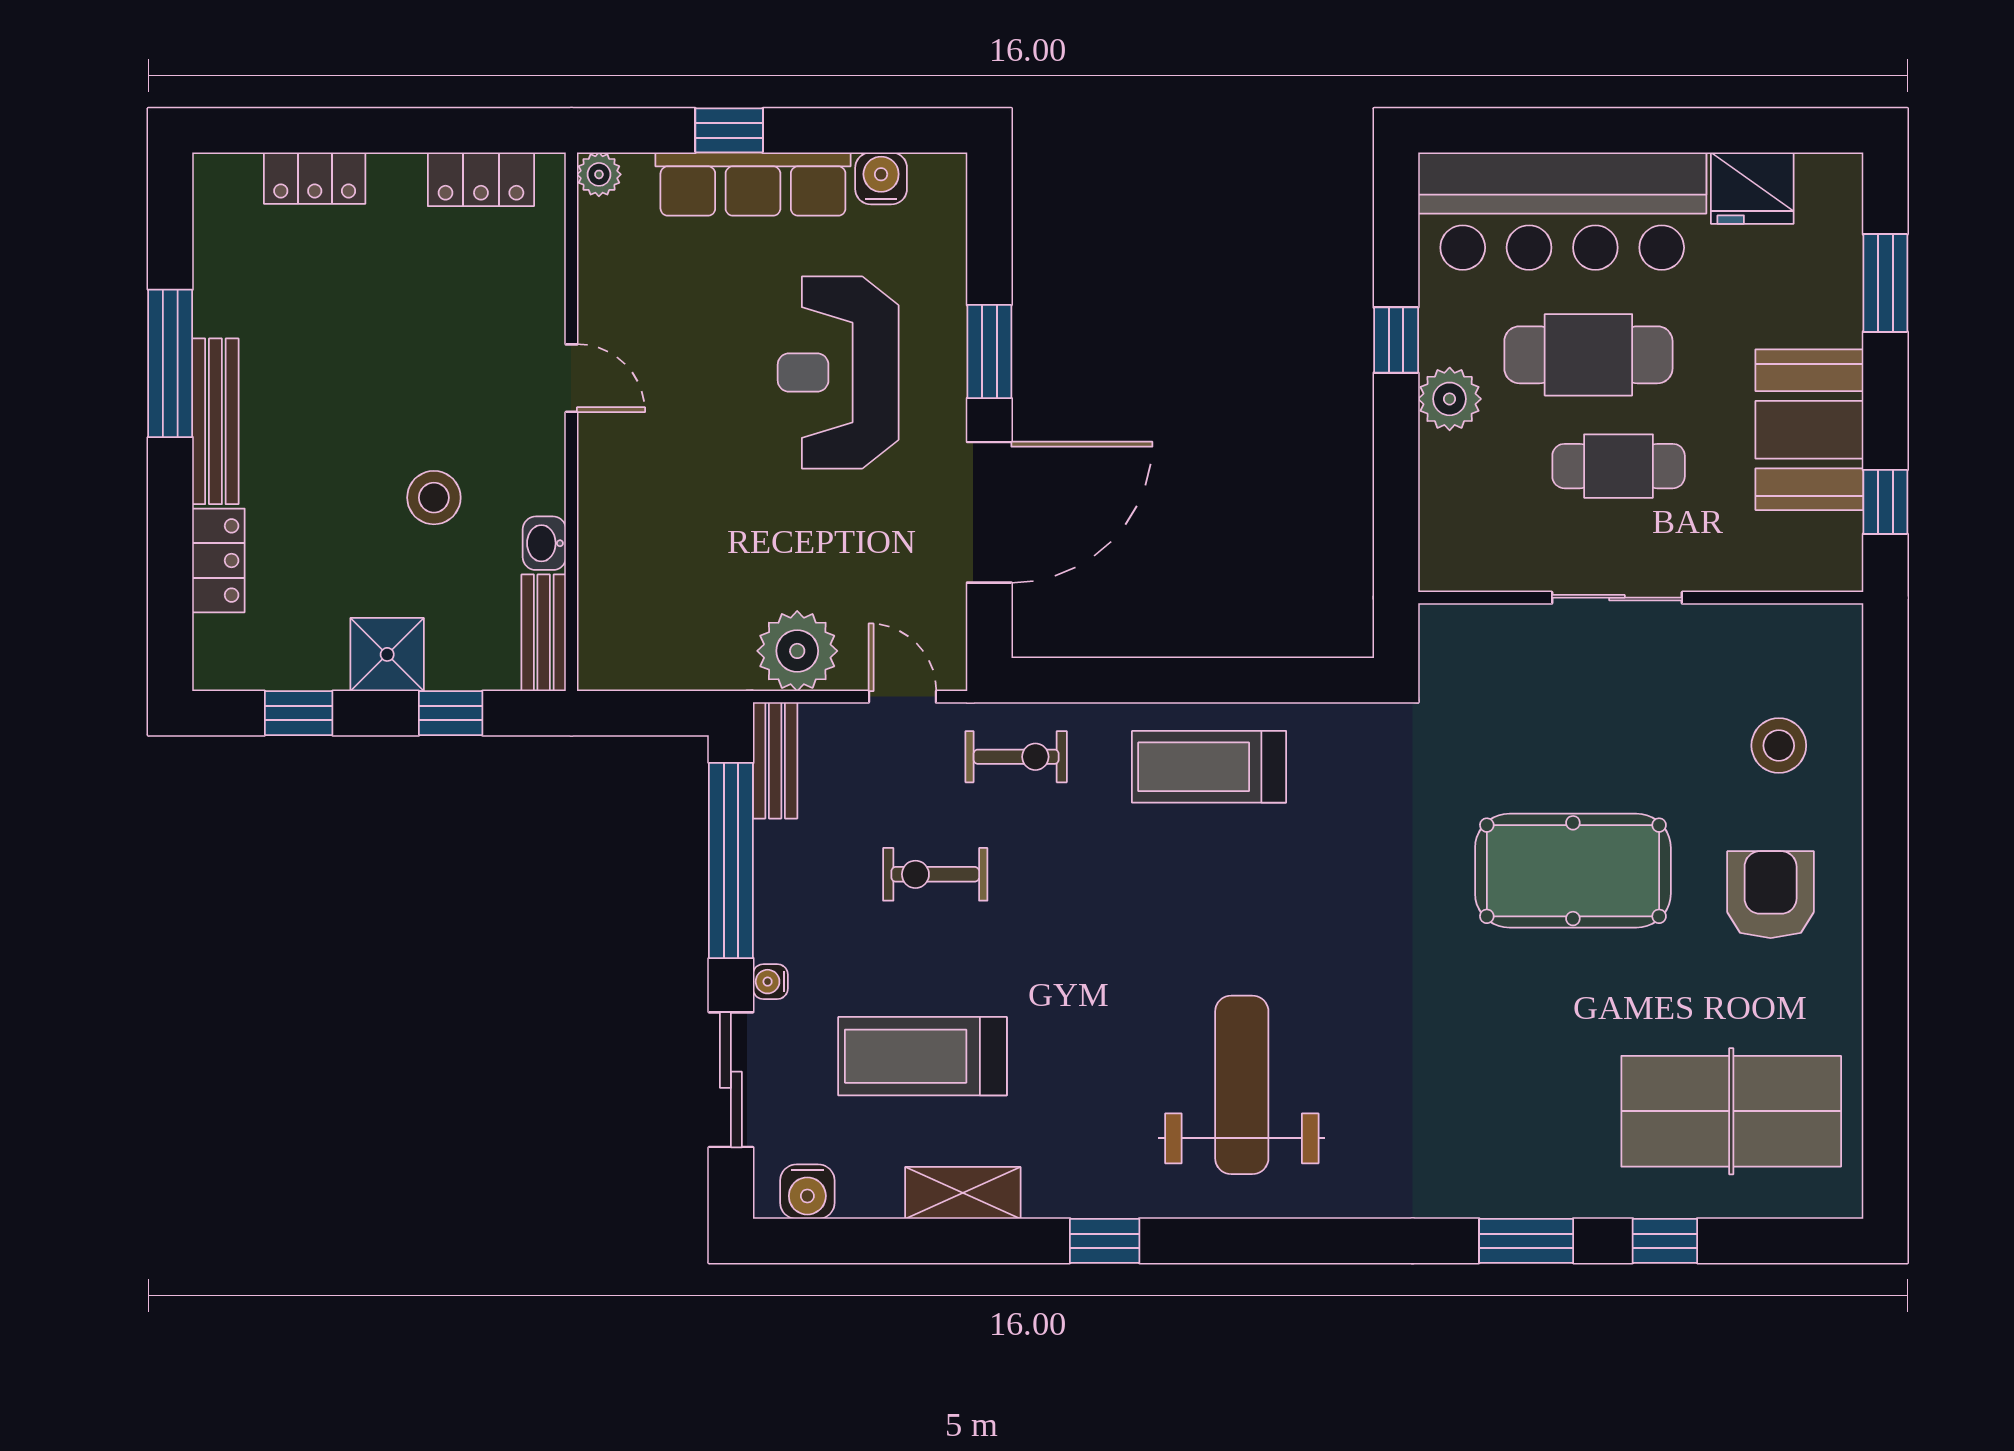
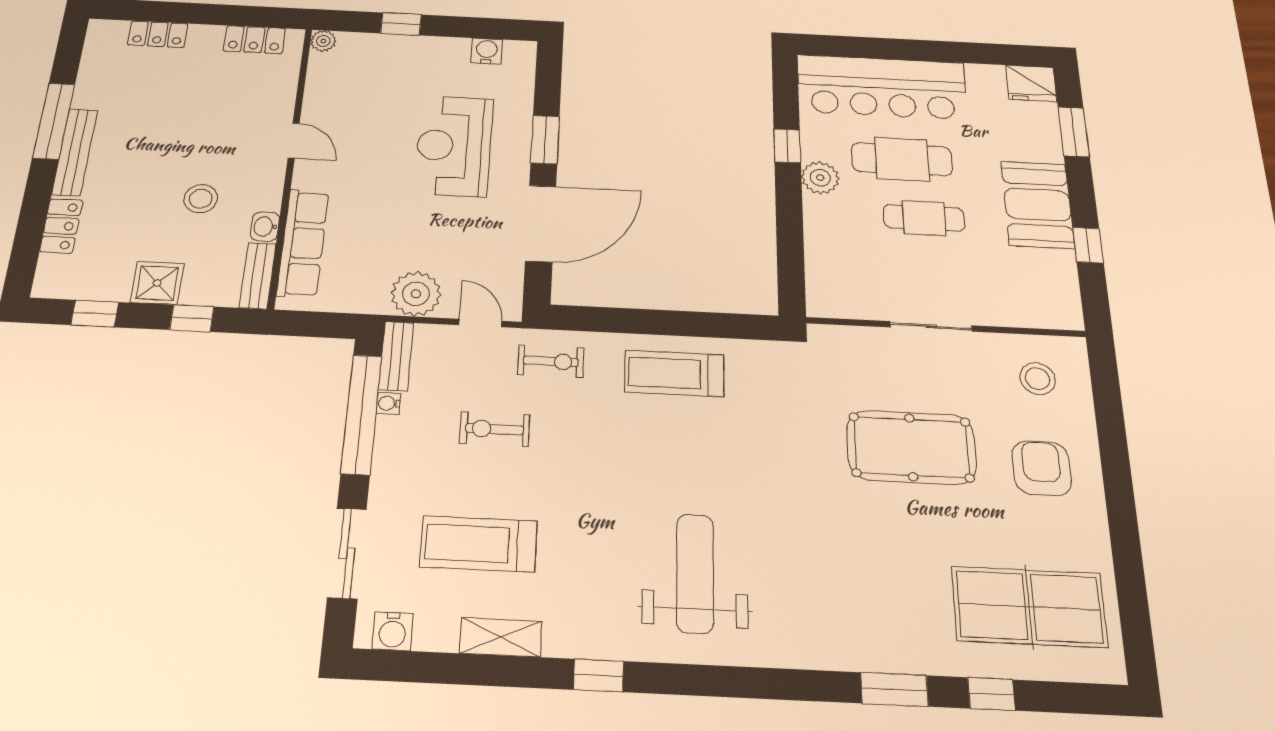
row of seats: (753, 184) -> (303, 243), moved, turned -90
fridge: (1752, 188) -> (1031, 83), moved
sliding door: (1617, 598) -> (931, 326), moved
wall: (1641, 598) -> (946, 327), moved
water cooler: (770, 982) -> (388, 403), moved

